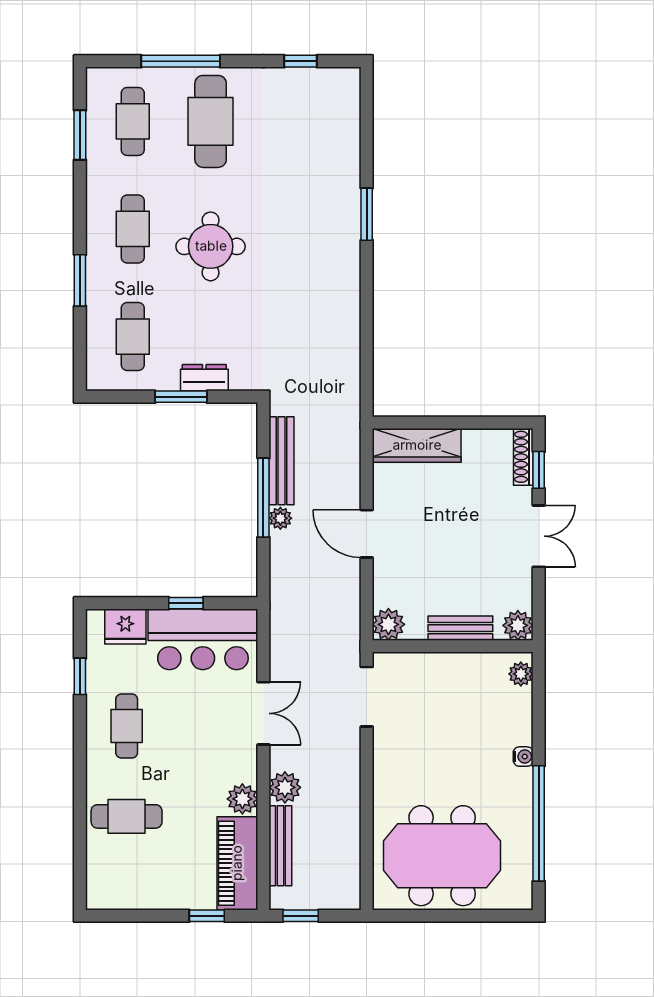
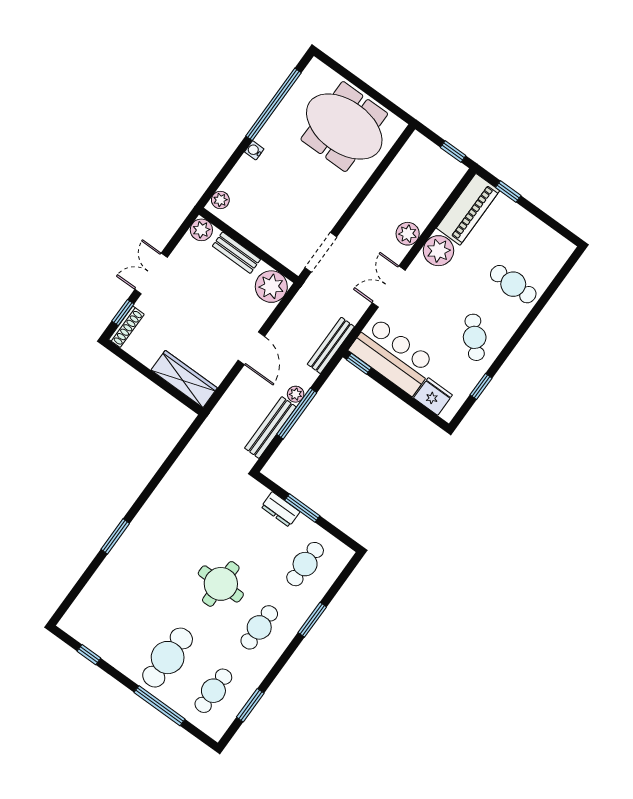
window: (186, 603) -> (359, 364), moved
plant: (388, 624) -> (271, 287), width x1.36, depth x1.36
cafe table: (127, 726) -> (475, 337), turned -42
plant: (242, 799) -> (438, 251), width x1.36, depth x1.36
bench: (280, 846) -> (331, 345), moved

